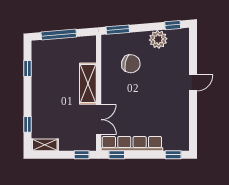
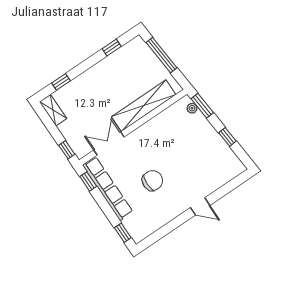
window: (173, 25) -> (227, 137), moved
plant: (158, 39) -> (192, 108), moved, width x0.53, depth x0.53
chair: (131, 64) -> (152, 181), moved, turned -103
shelving: (88, 84) -> (144, 106), width x1.47
double door: (99, 120) -> (109, 143), swing flipped

